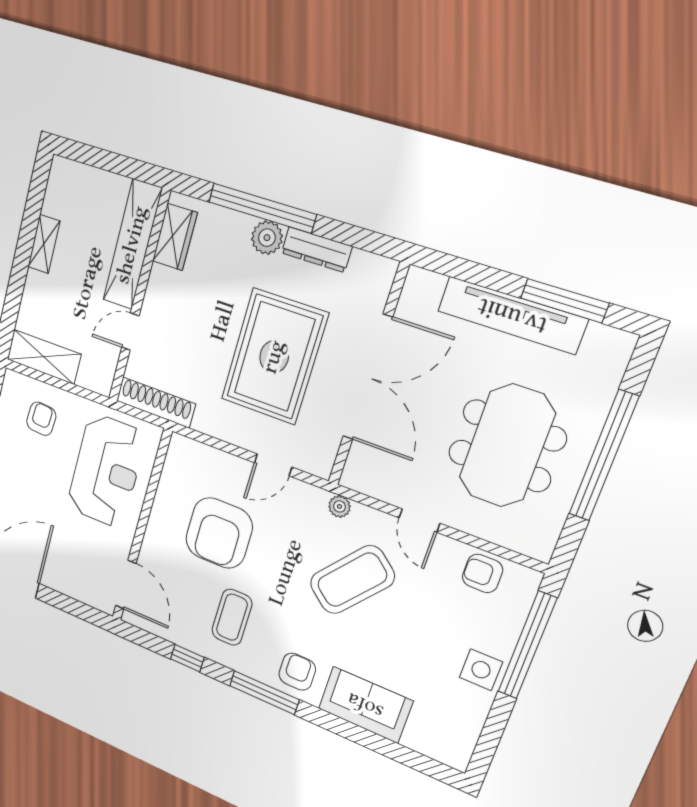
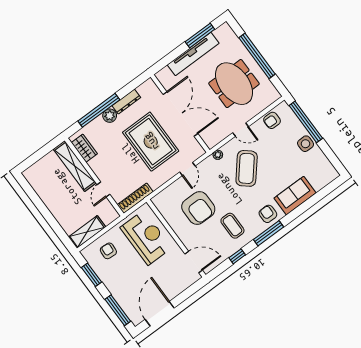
shelving: (44, 244) -> (48, 201), removed

